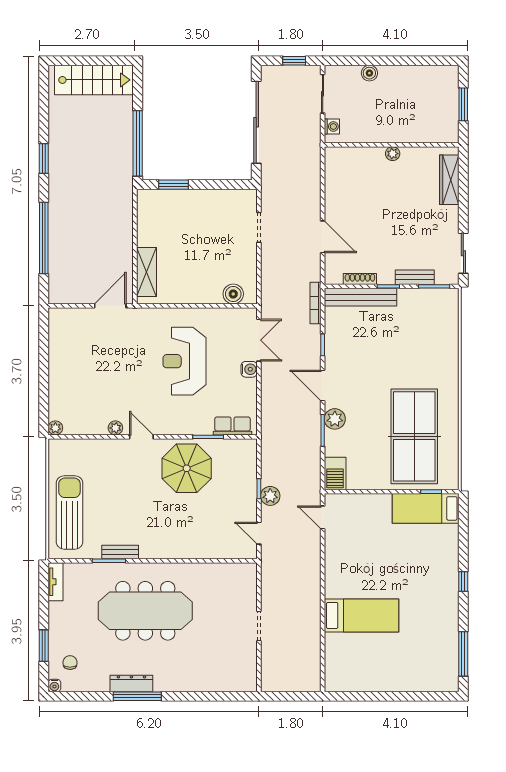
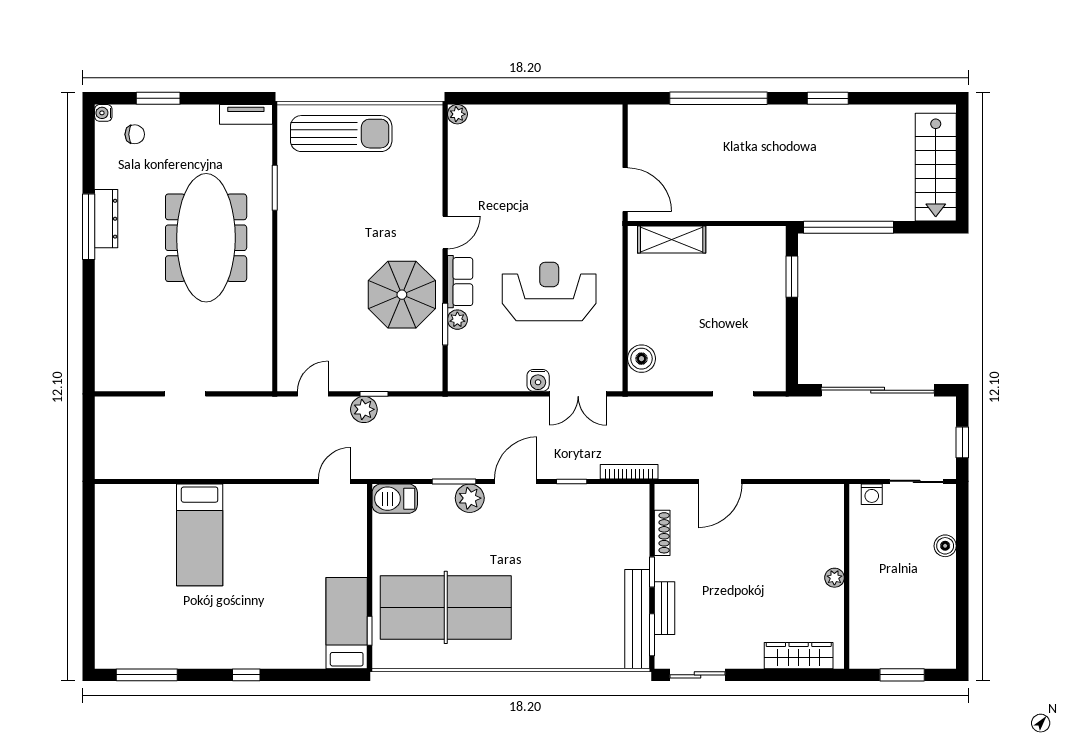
bench: (360, 297) -> (637, 619), moved
row of seats: (233, 426) -> (460, 282), moved
plant: (115, 428) -> (457, 320), moved
bench: (120, 552) -> (287, 203), removed

